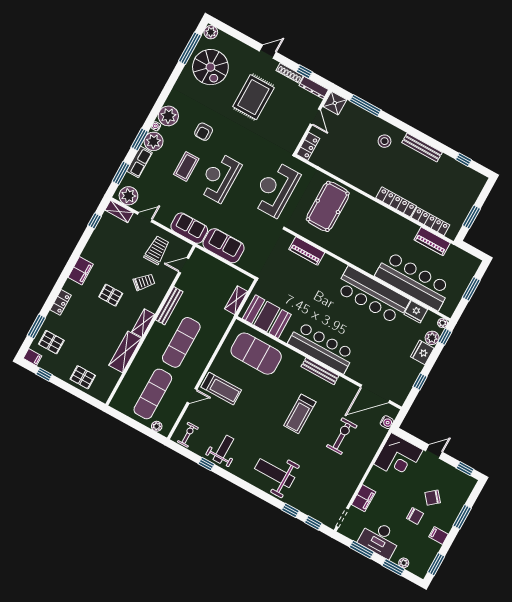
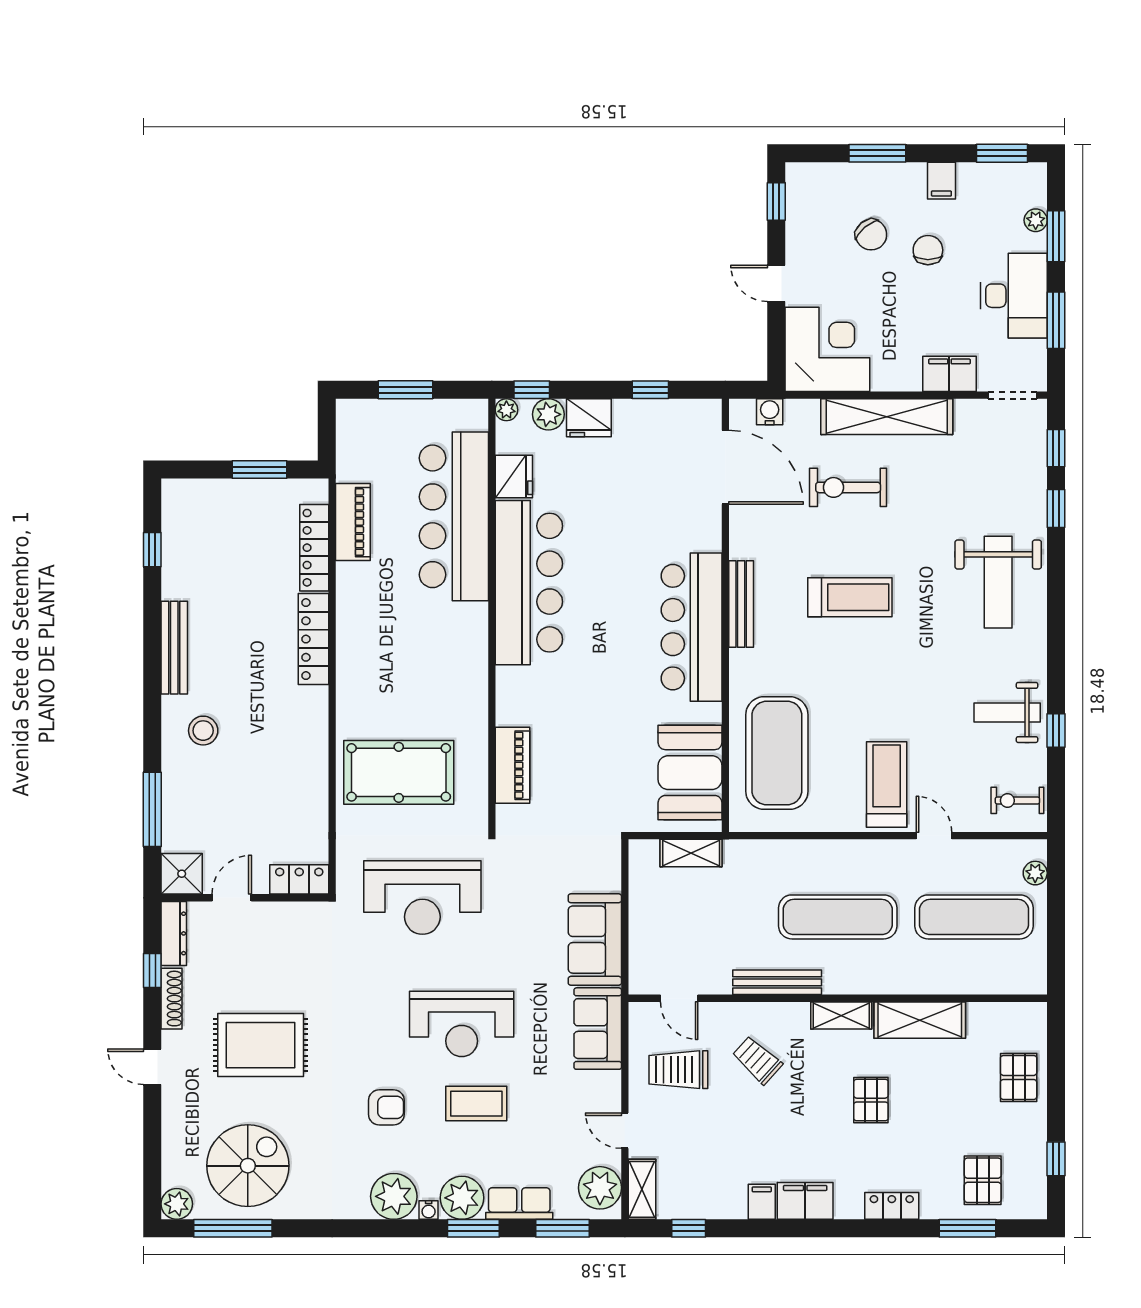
pallet: (111, 295) -> (871, 1100), moved
filing cabinet: (33, 357) -> (762, 1202), moved
shelving: (360, 465) -> (887, 417), added

